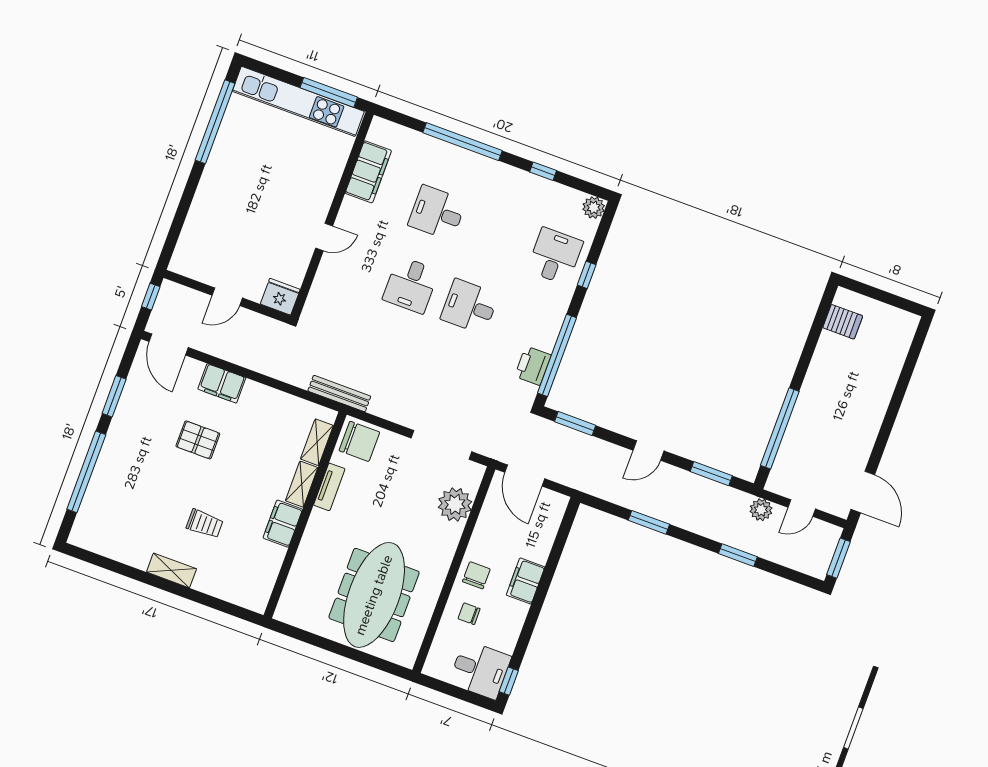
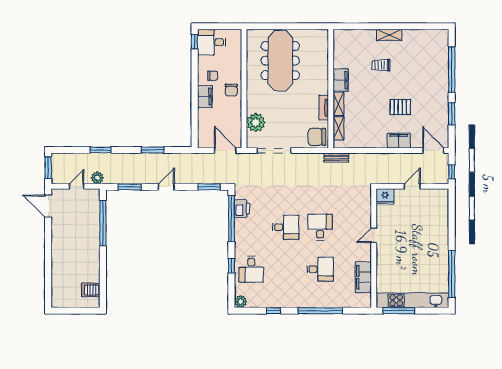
bench: (339, 394) -> (336, 158), width x0.73
chair: (469, 614) -> (213, 76), moved

